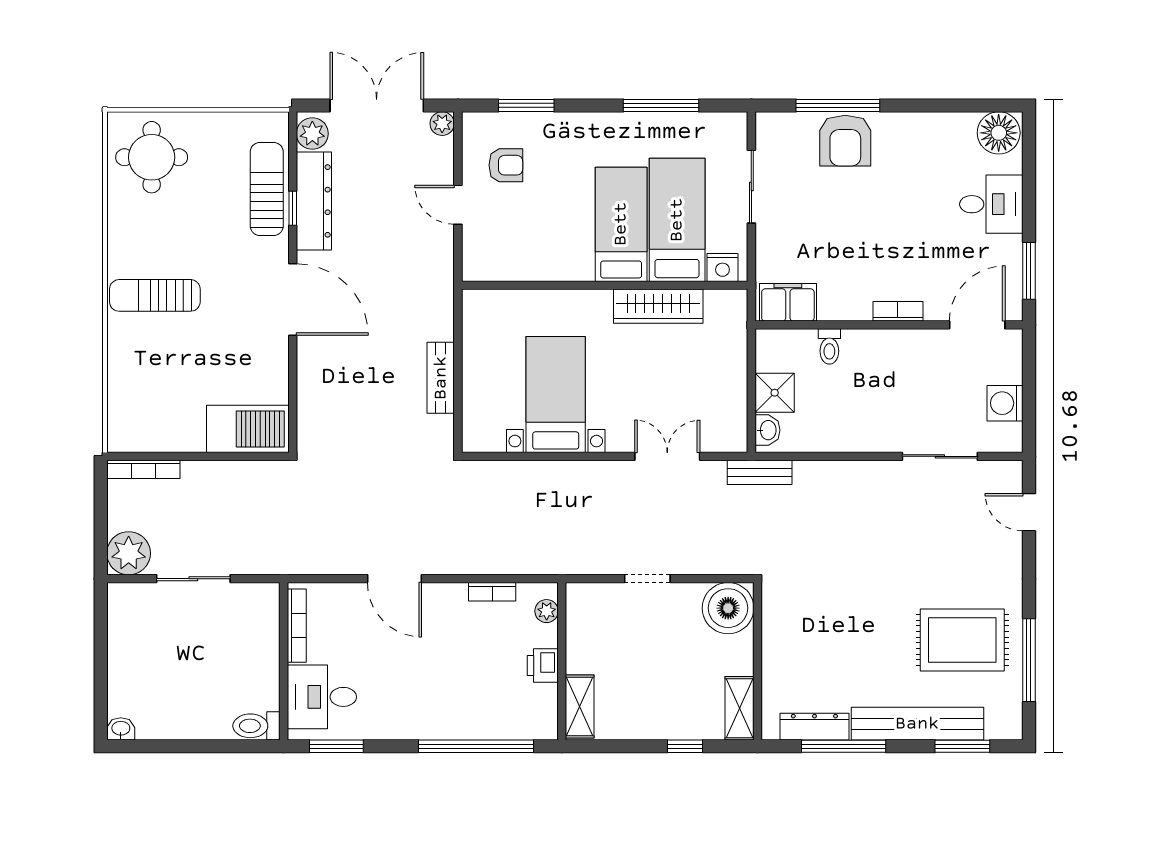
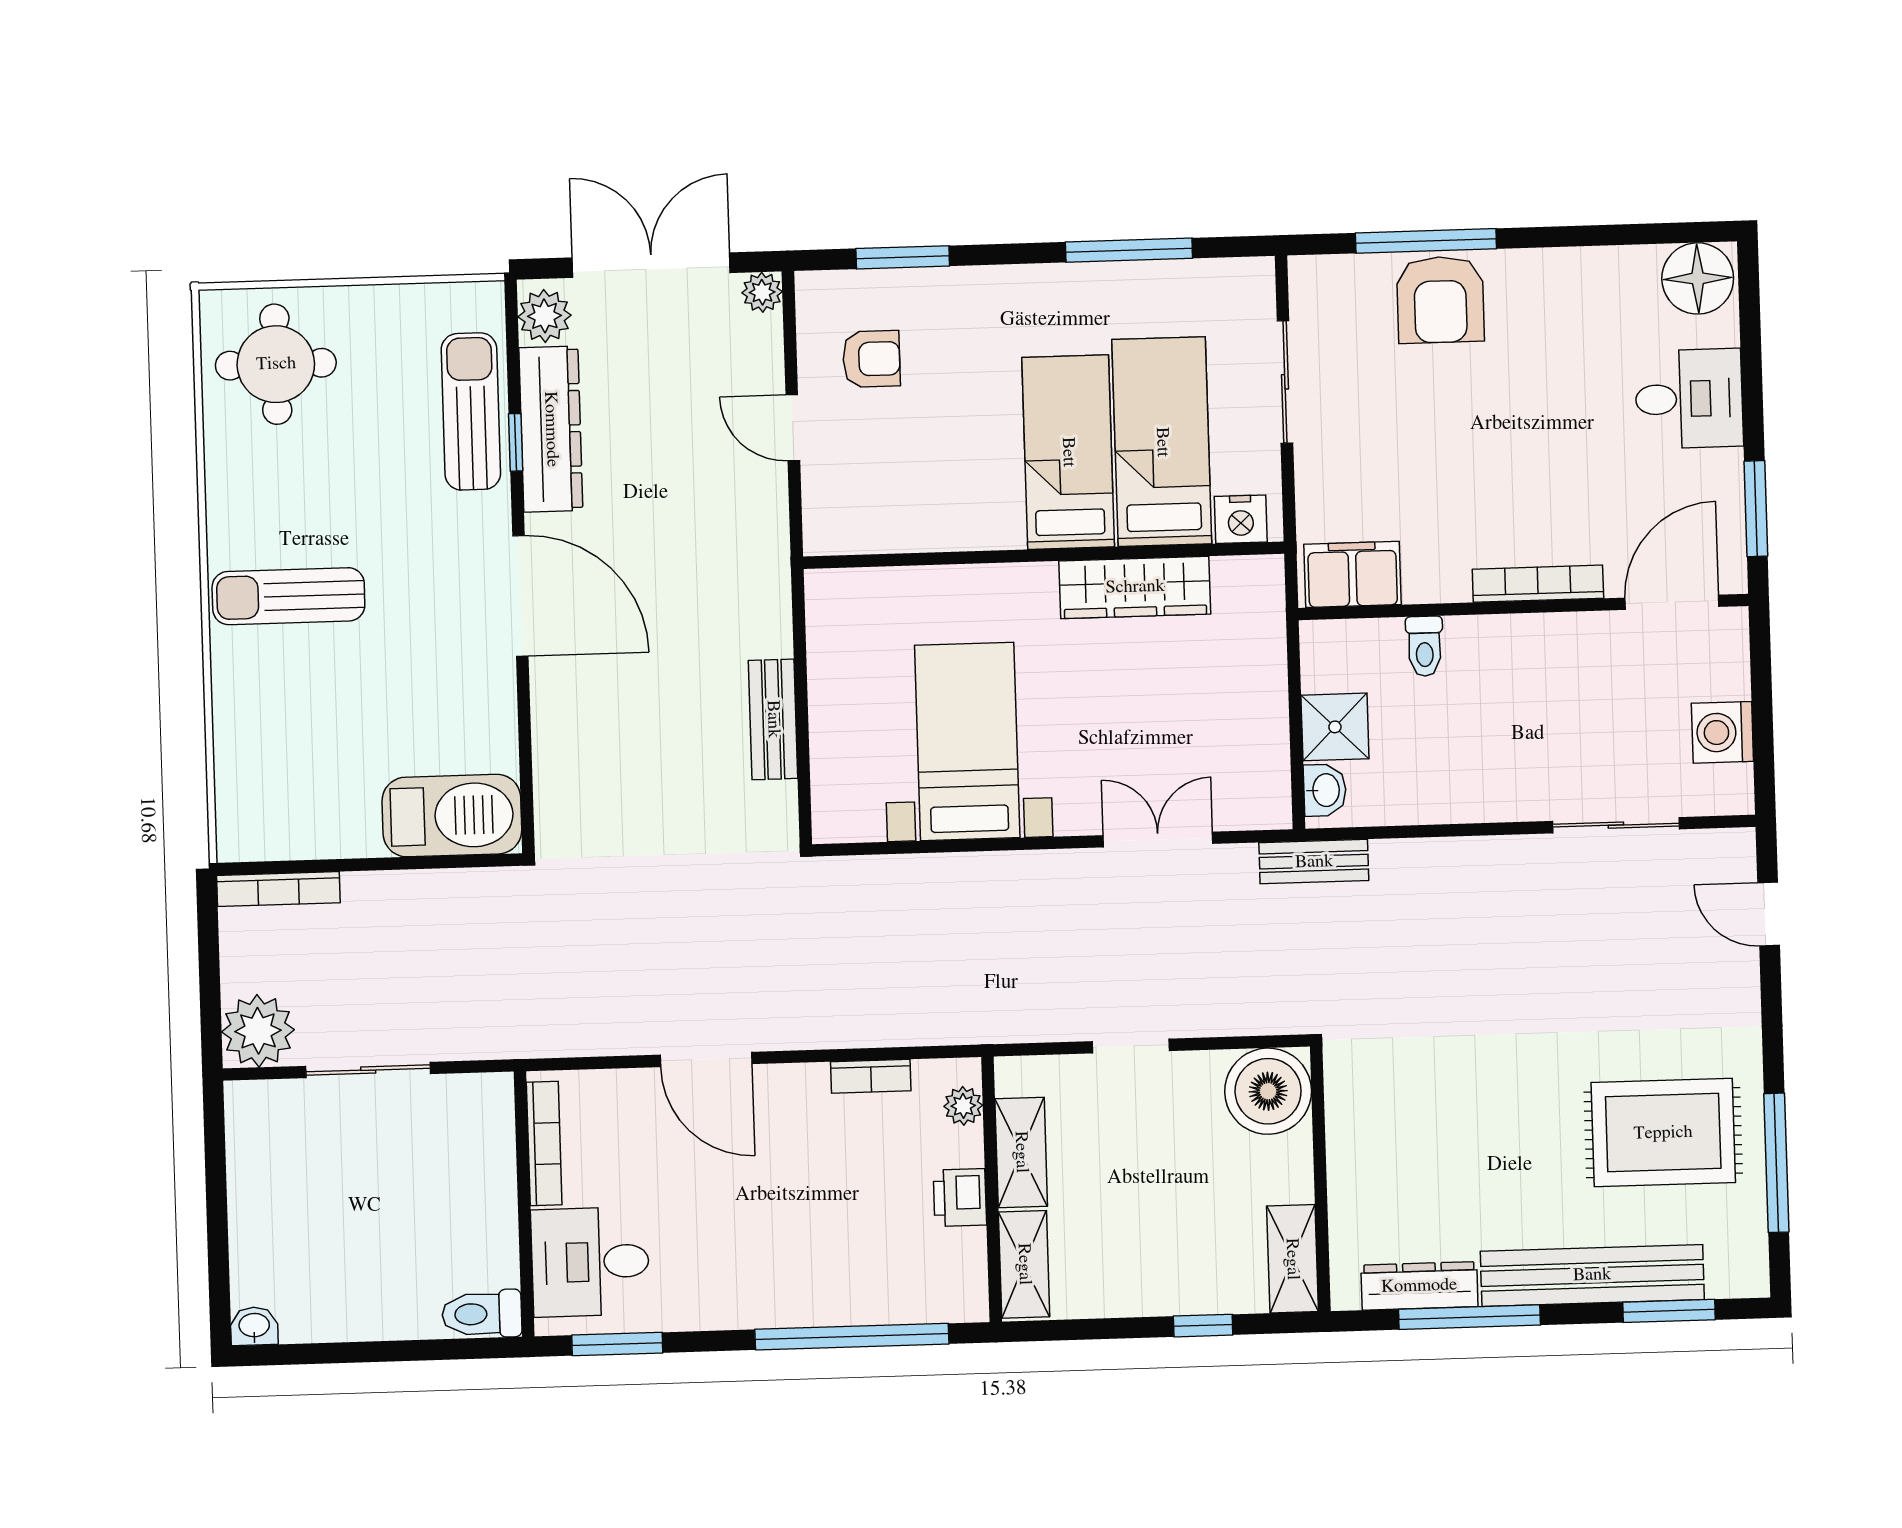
bookcase: (898, 311) -> (1538, 584), width x1.56
shelving: (580, 640) -> (1021, 1152), added

